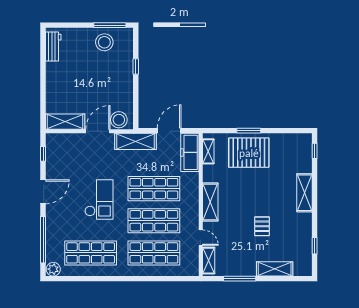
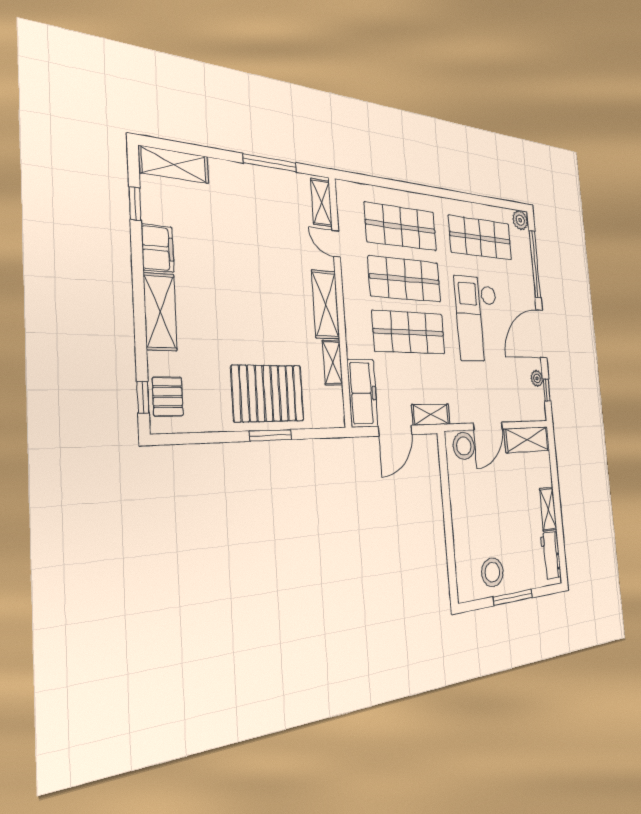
window: (110, 25) -> (513, 597), moved
window: (136, 67) -> (449, 537), removed
shelving: (52, 76) -> (548, 509), added
shelving: (135, 141) -> (431, 415), width x0.67, depth x0.75
shelving: (208, 151) -> (333, 363), moved
plant: (51, 162) -> (537, 378), added
door: (43, 192) -> (541, 334), width x1.36
checkout: (99, 199) -> (478, 319), width x1.36, depth x1.21
filing cabinet: (304, 225) -> (158, 248), added
pallet: (262, 226) -> (168, 397), moved
shelving: (275, 269) -> (174, 165), moved

